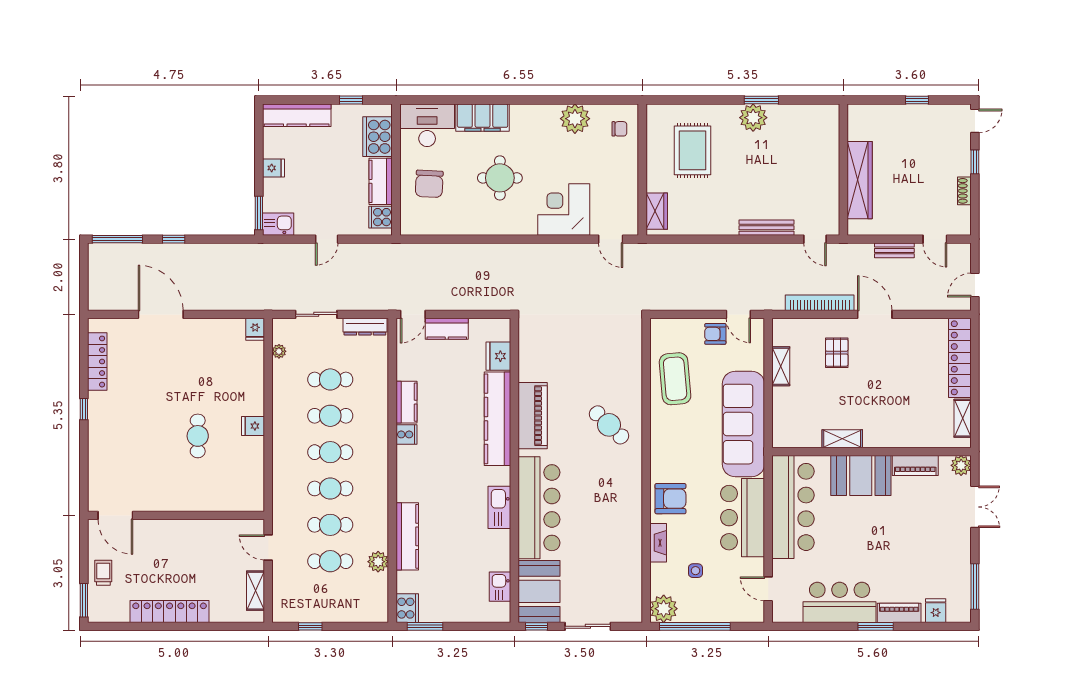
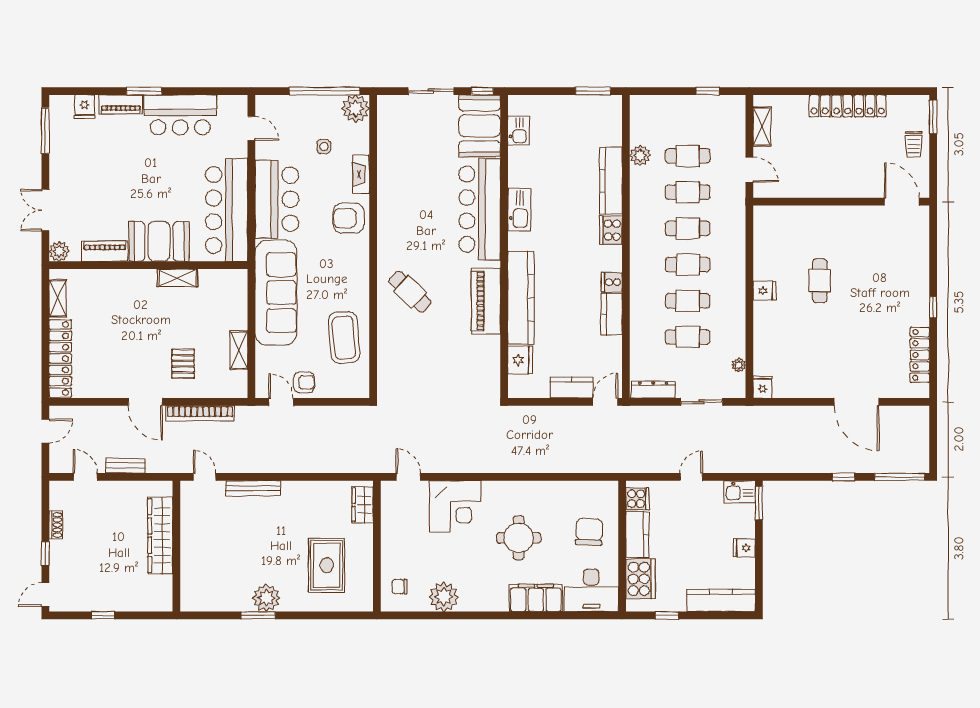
cooker: (407, 608) -> (611, 230), moved

